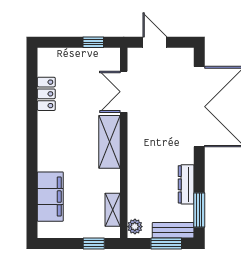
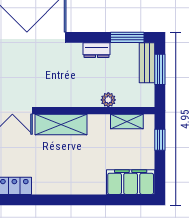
dresser: (186, 184) -> (96, 50), width x0.70
filing cabinet: (50, 197) -> (131, 182), moved
plant: (135, 227) -> (108, 100), moved

